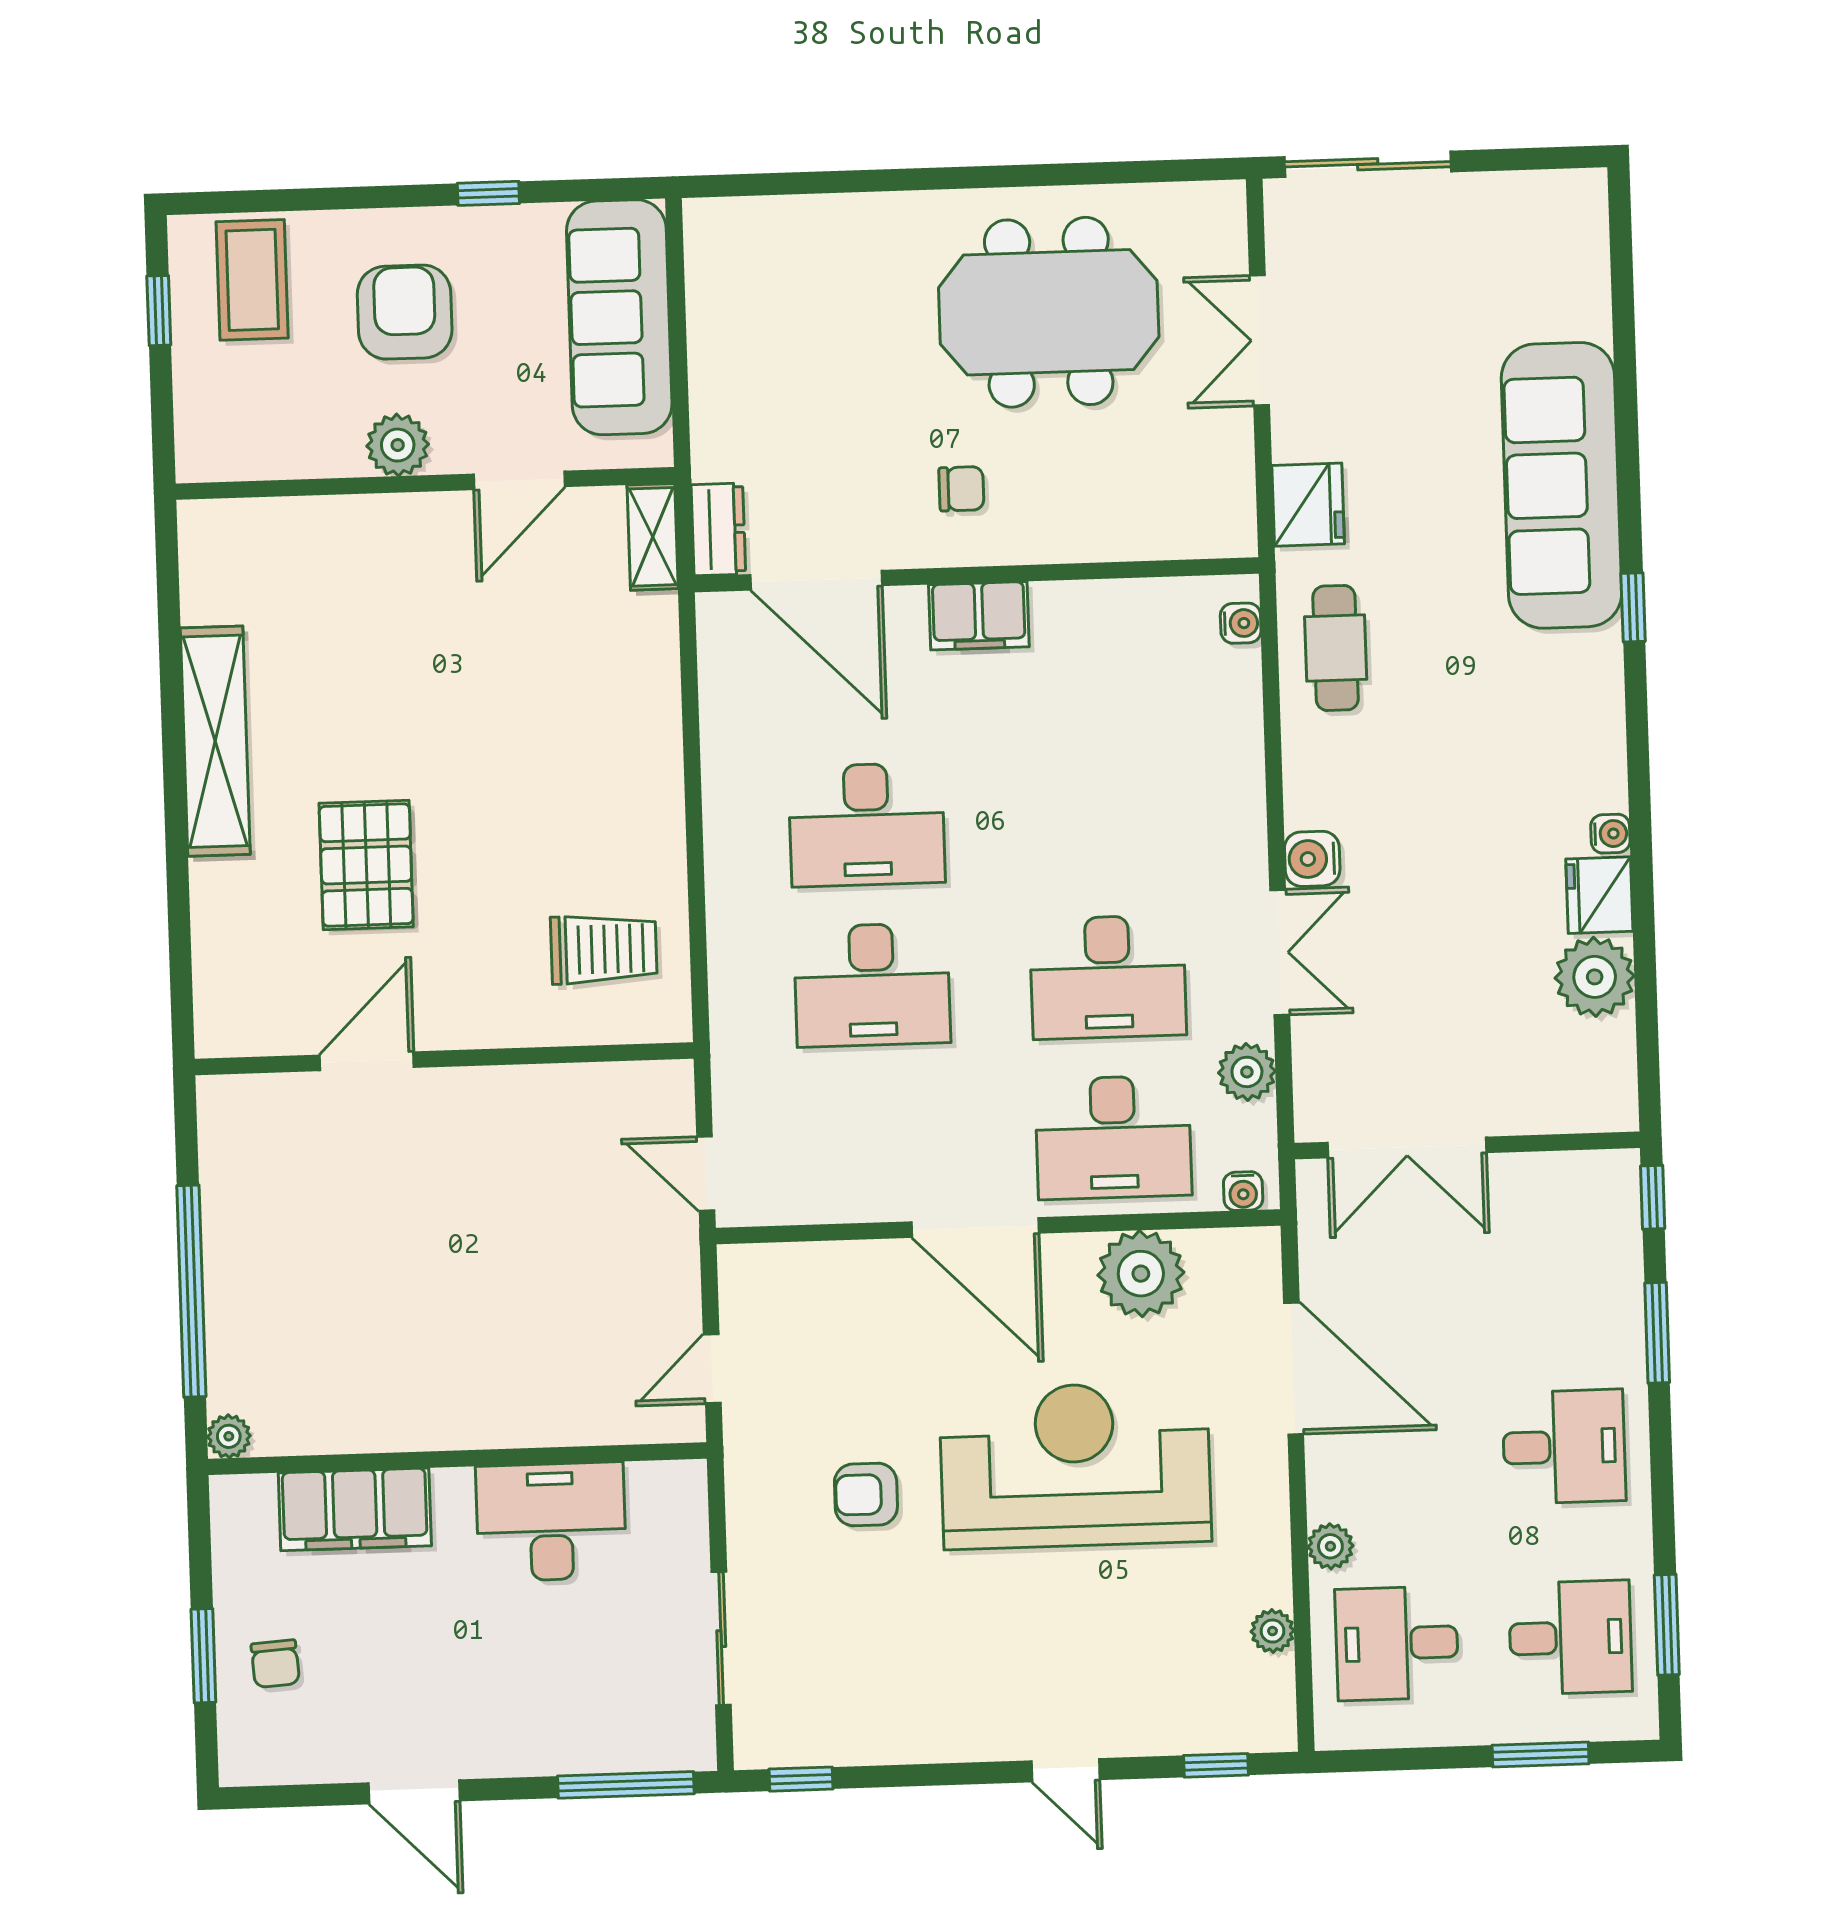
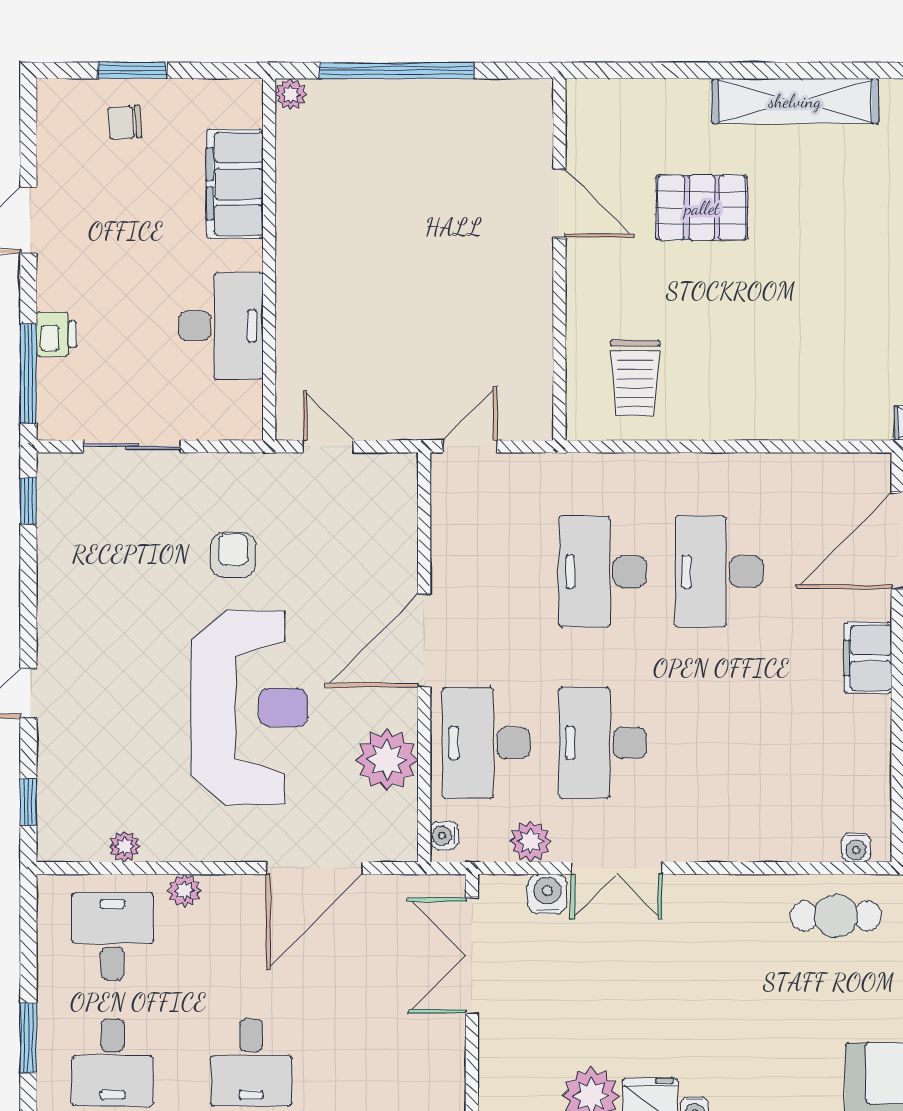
water cooler: (1312, 859) -> (547, 894), moved
printer: (570, 1748) -> (56, 334), added

